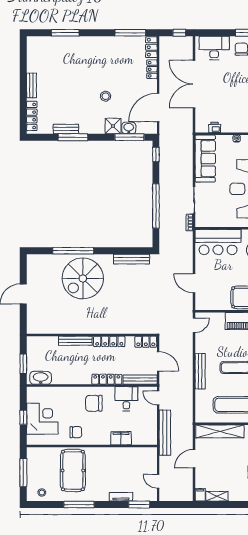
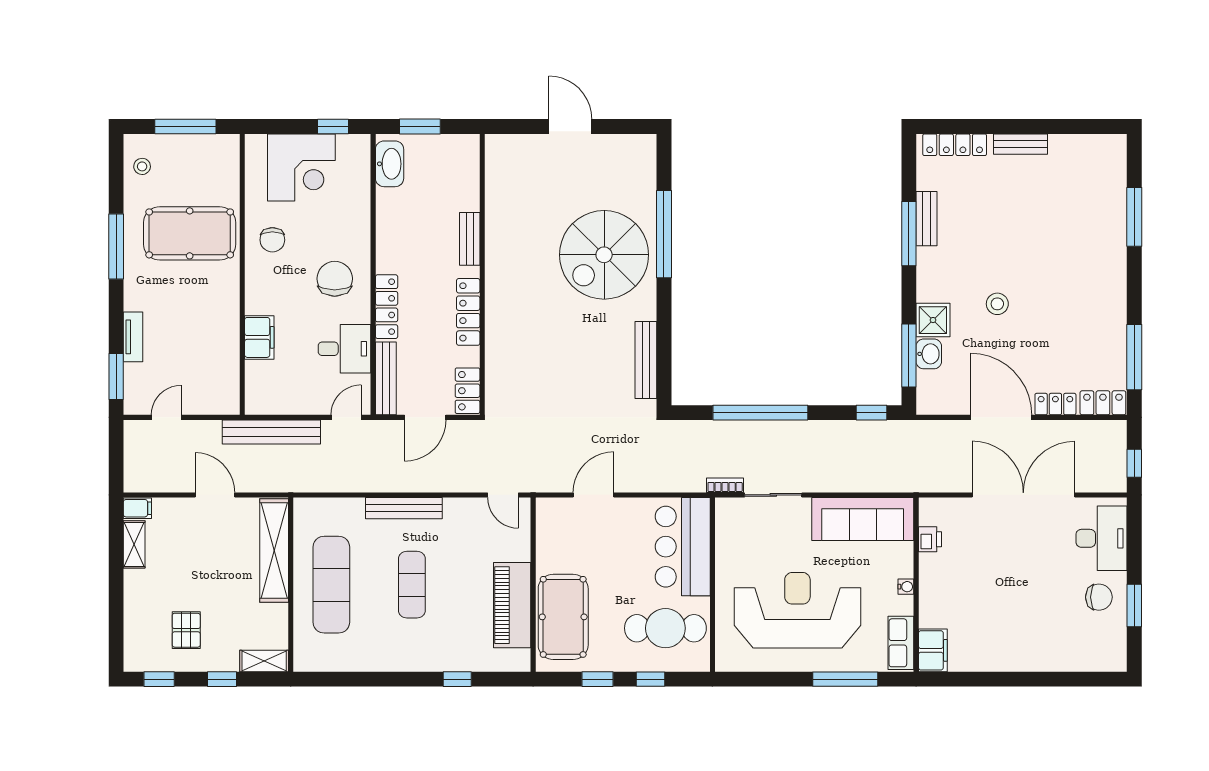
door: (158, 107) -> (1001, 417), moved
spiral stairs: (83, 278) -> (604, 255), turned -90
bench: (75, 341) -> (470, 239), width x0.73
window: (23, 417) -> (333, 126), moved

